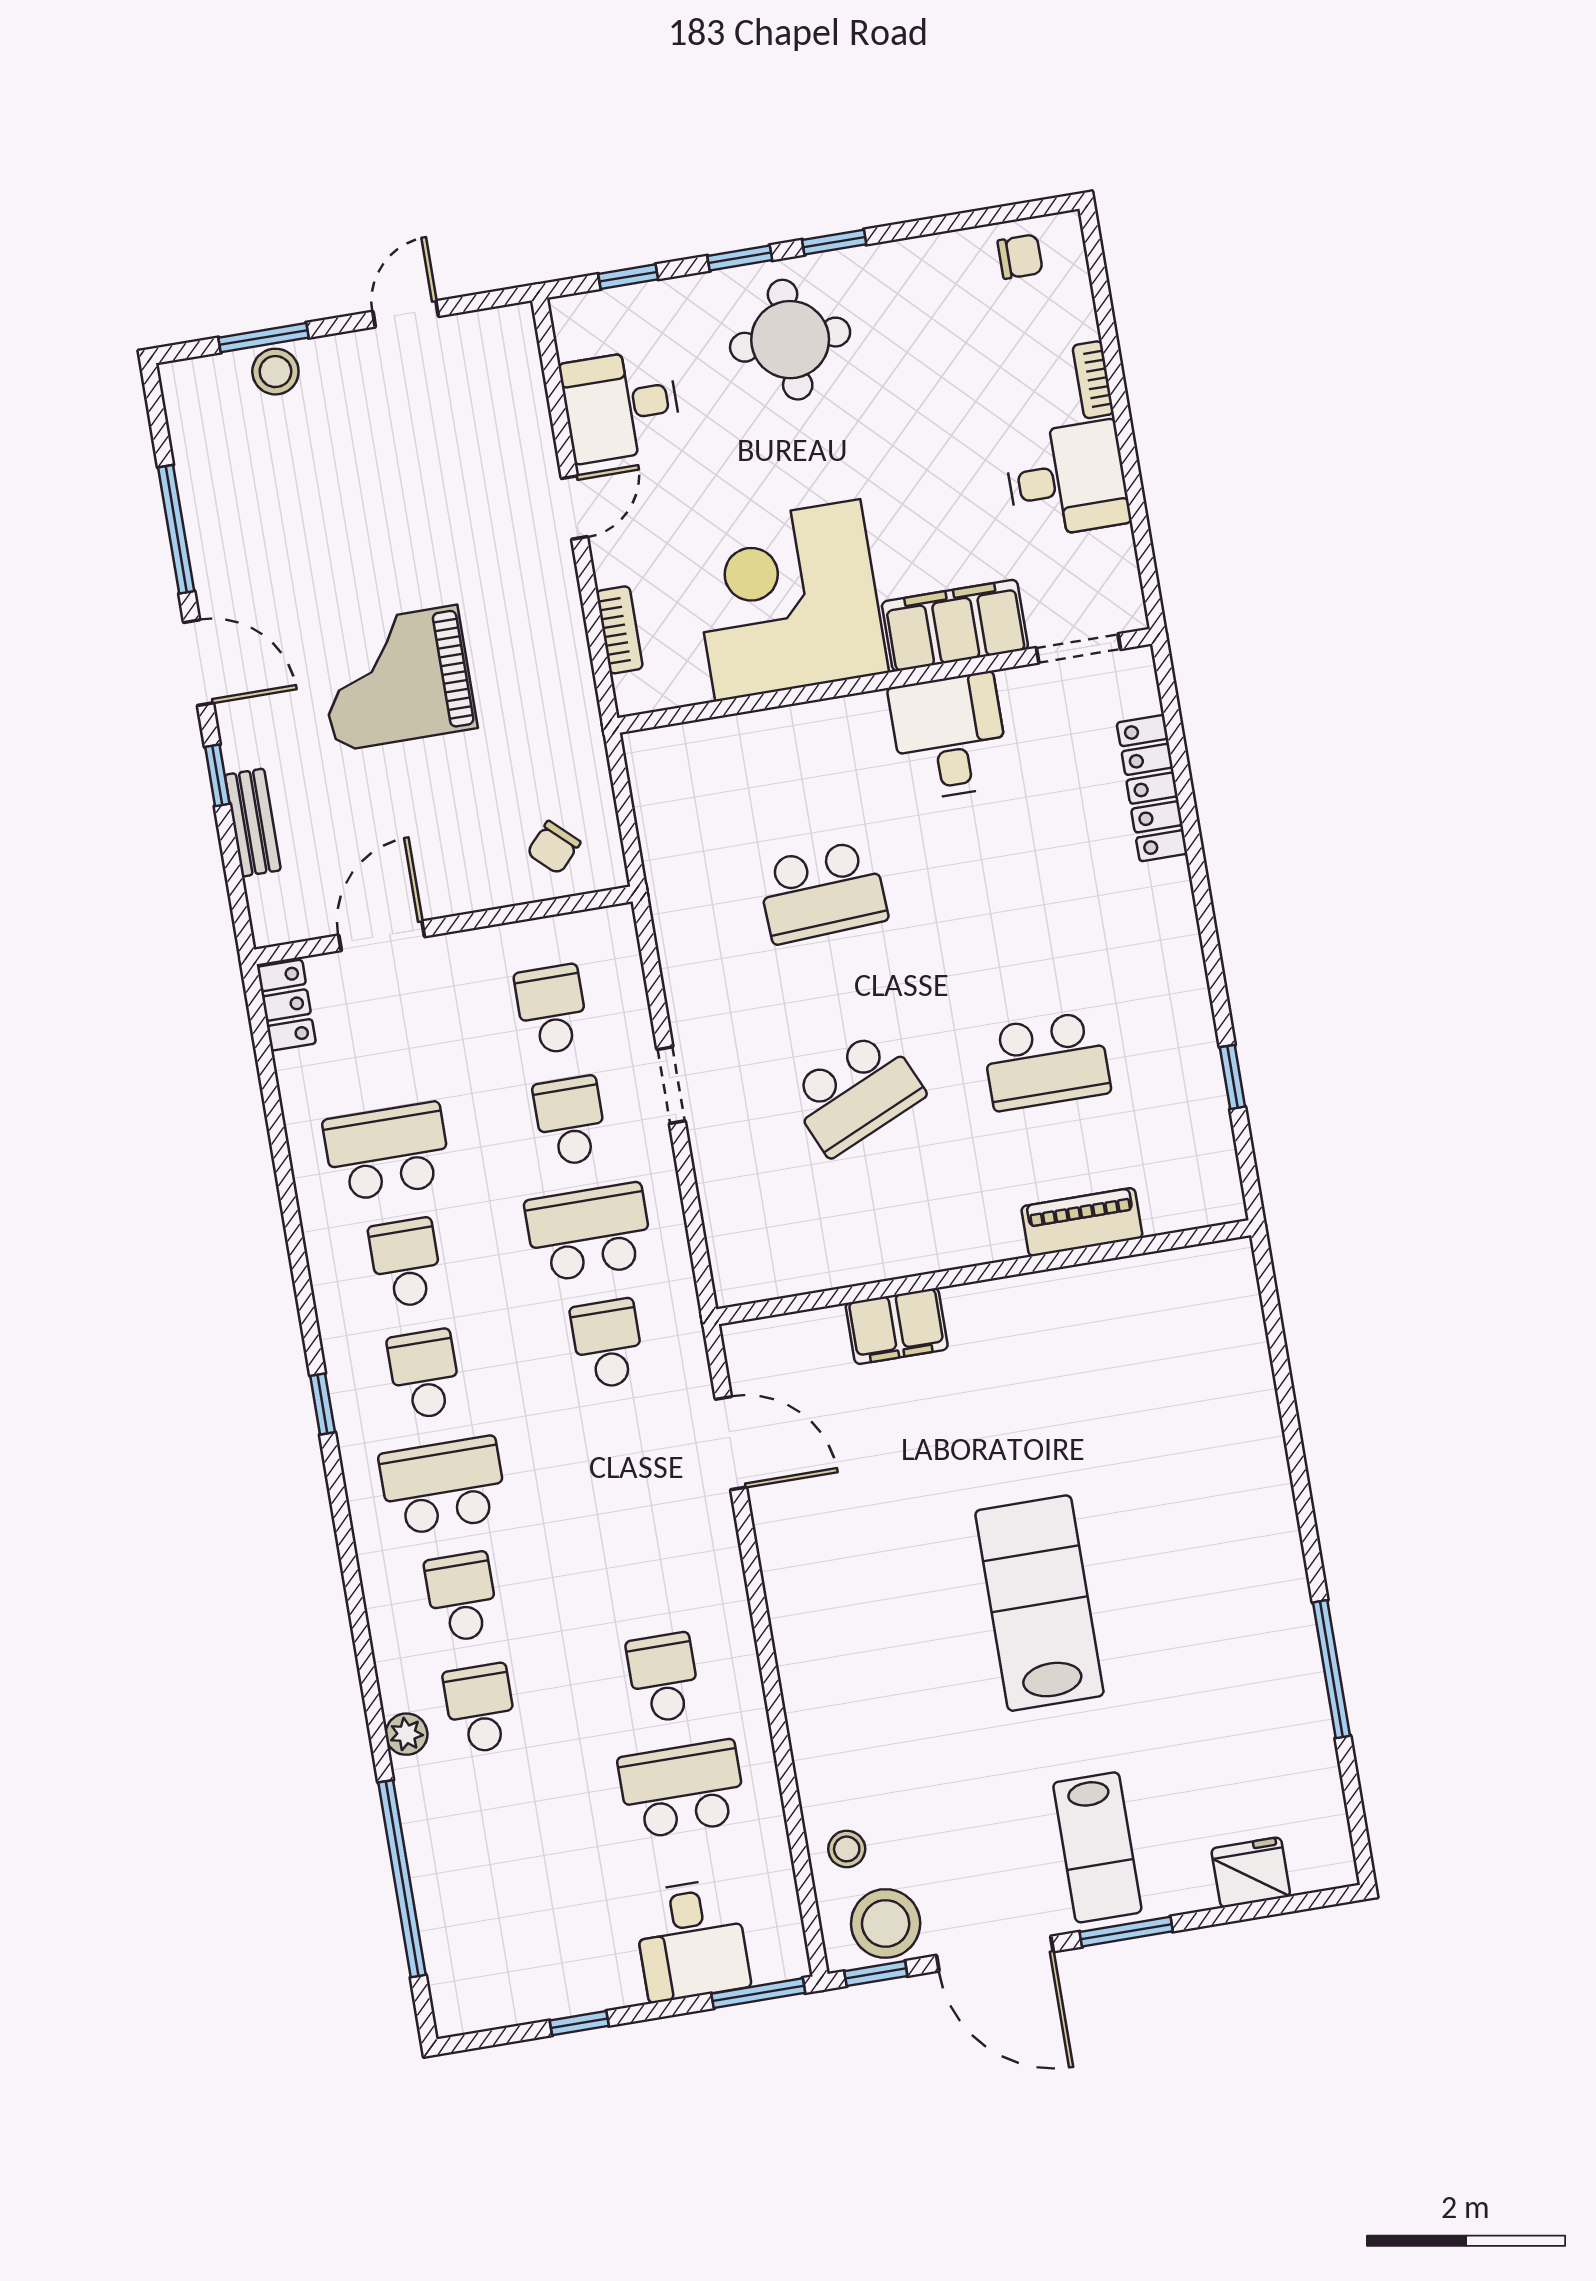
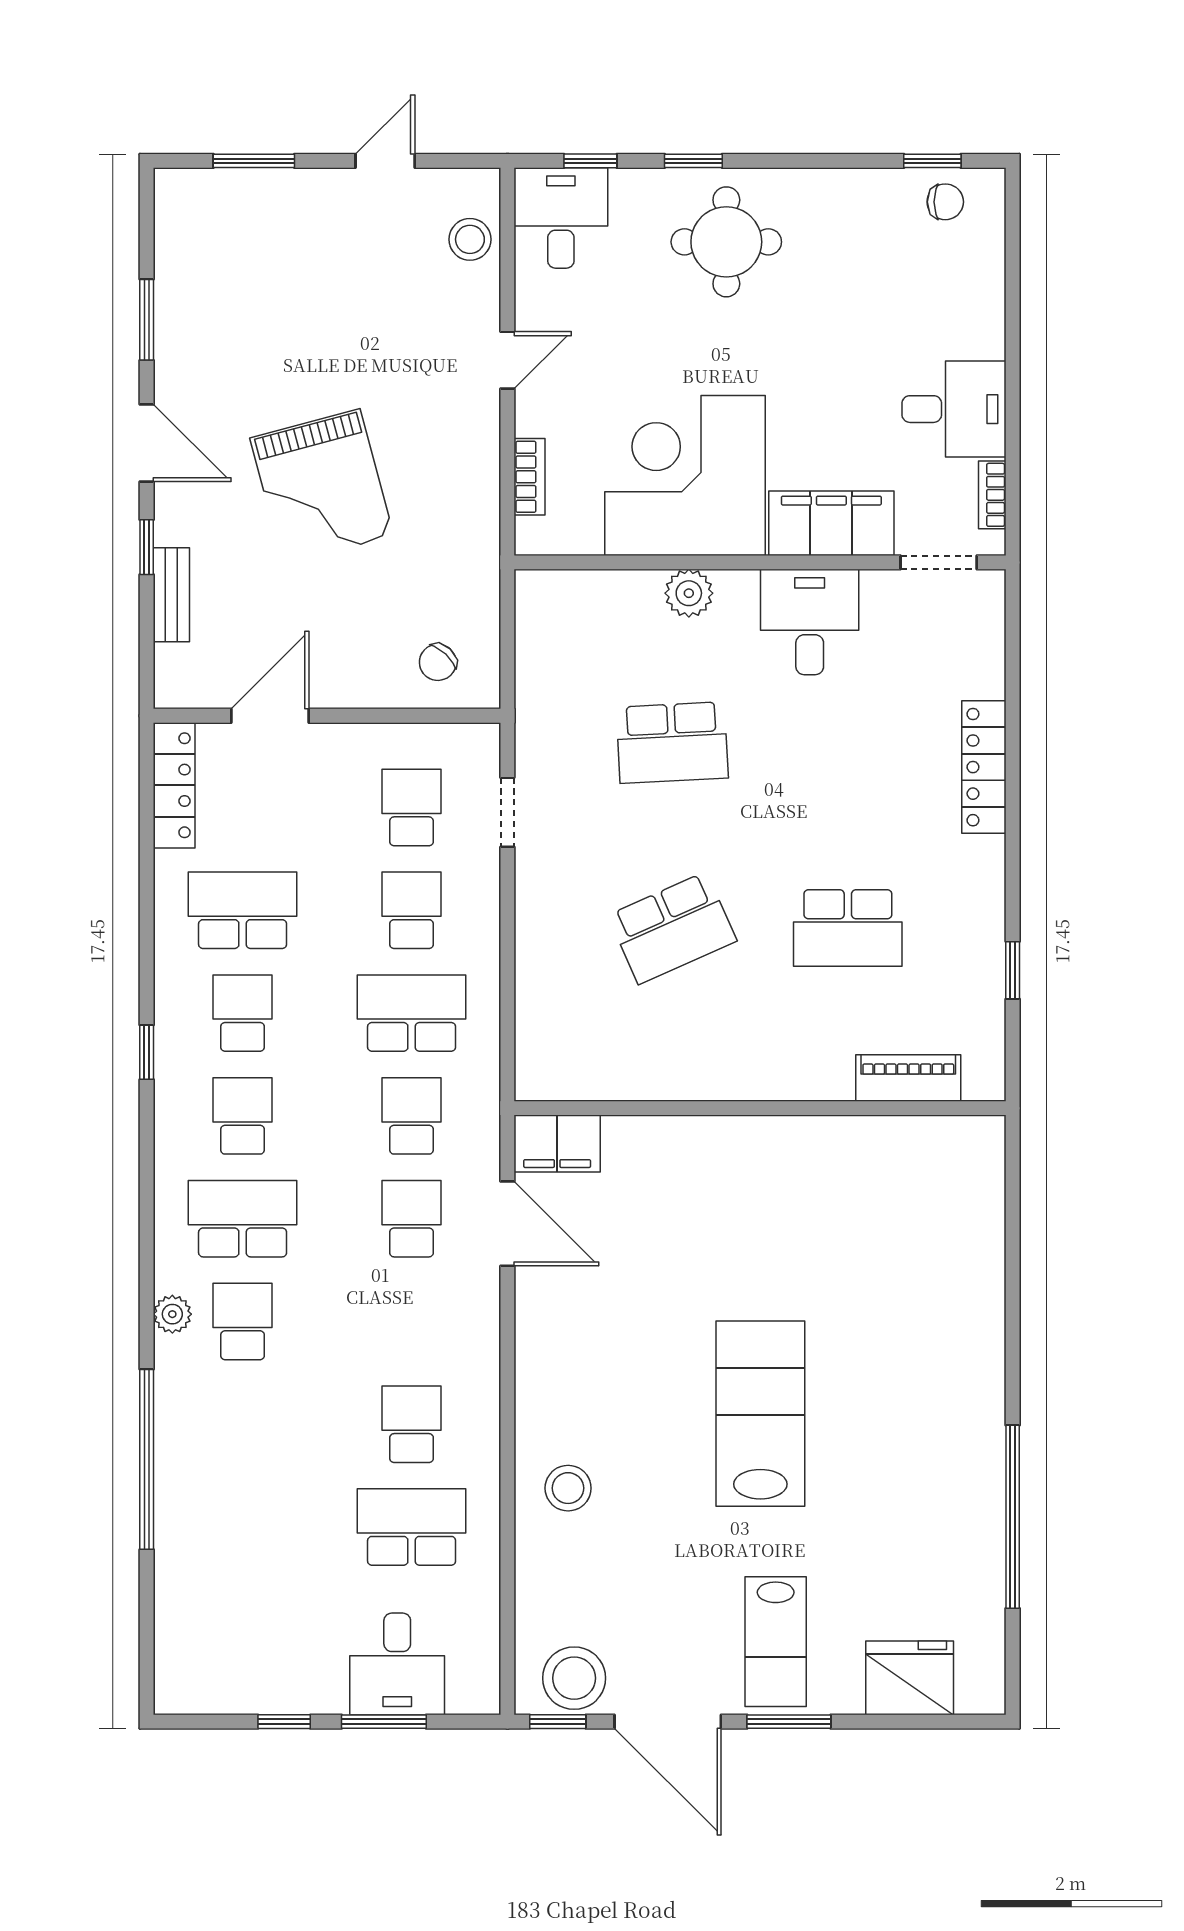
window: (834, 242) -> (932, 161), moved
stool: (275, 372) -> (470, 239), moved
bookcase: (1093, 380) -> (992, 495), moved
desk: (621, 406) -> (561, 218), moved, turned 90
window: (176, 529) -> (147, 320), width x0.69
grand piano: (396, 678) -> (322, 487), turned -105
plant: (813, 727) -> (689, 593), added
locker: (1152, 788) -> (984, 767), moved
locker: (286, 1005) -> (174, 785), width x1.53
doorway: (671, 1085) -> (507, 812), moved
piano: (1082, 1222) -> (908, 1078), moved
filing cabinet: (897, 1326) -> (557, 1144), moved
window: (323, 1404) -> (147, 1052), moved
window: (1332, 1669) -> (1013, 1517), width x1.46
school desk: (480, 1709) -> (412, 1219), moved
plant: (406, 1734) -> (172, 1314), moved
stool: (847, 1849) -> (568, 1488), moved, width x1.37, depth x1.37
fridge: (1251, 1872) -> (910, 1678), width x1.36, depth x1.34
window: (402, 1879) -> (147, 1459), moved
window: (758, 1993) -> (384, 1722), moved

